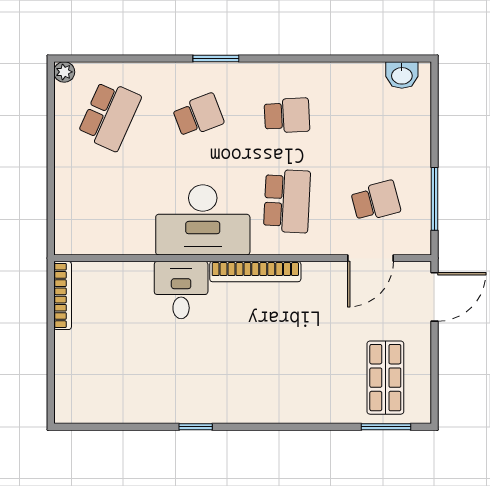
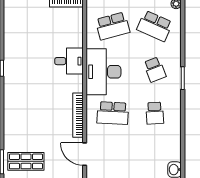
school desk: (376, 201) -> (113, 26), moved, width x1.85
bookcase: (255, 272) -> (78, 115), moved

